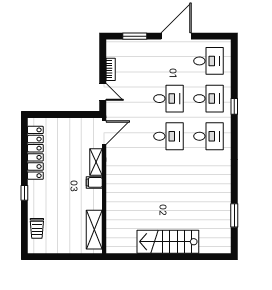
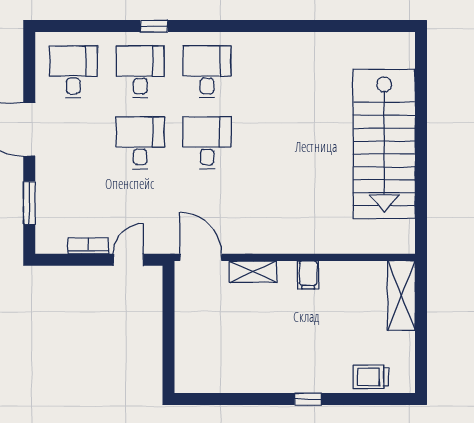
locker: (35, 153) -> (236, 379), removed
filing cabinet: (94, 182) -> (308, 275), moved
window: (234, 215) -> (348, 26), removed
trolley: (37, 228) -> (371, 377), turned 180
shelving: (94, 230) -> (401, 296), moved, turned 90
stairs: (168, 242) -> (384, 144), width x1.36, depth x1.51

